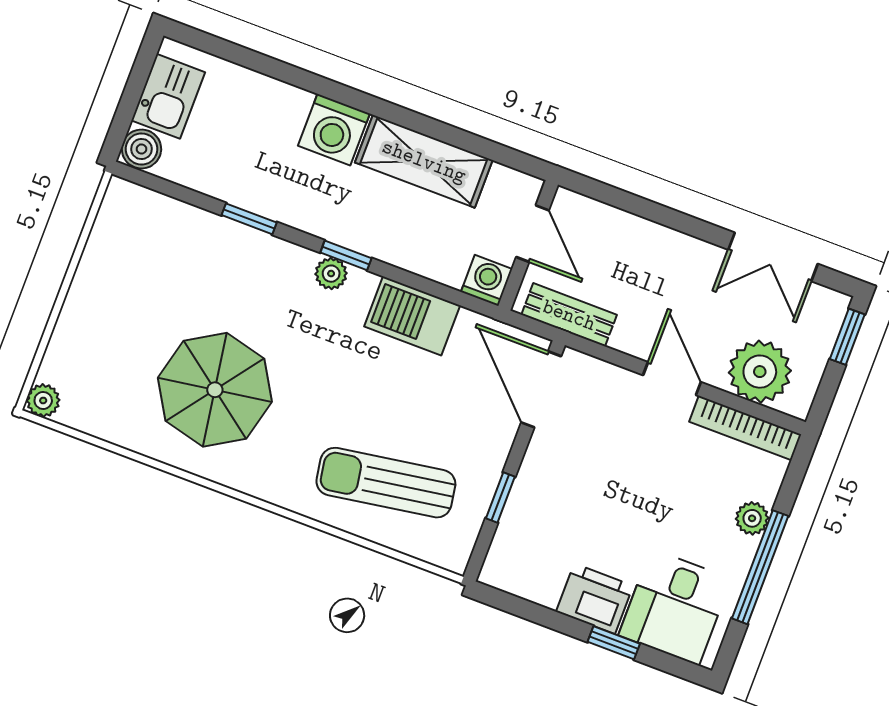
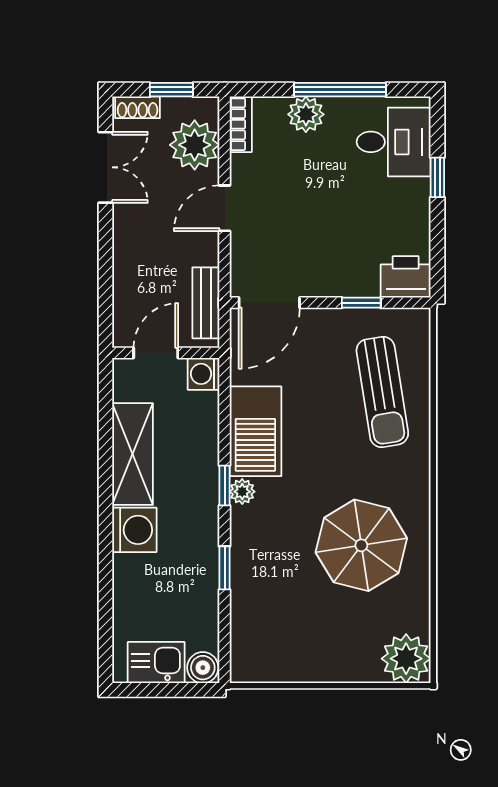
barbecue: (412, 316) -> (255, 431), width x1.37, depth x1.21
shoe rack: (829, 321) -> (138, 107), added
window: (847, 337) -> (171, 90), moved
plant: (43, 400) -> (406, 659), width x1.87, depth x1.87
bookcase: (745, 428) -> (241, 124), width x0.64
plant: (752, 518) -> (306, 114), width x1.38, depth x1.38
printer: (595, 599) -> (406, 277), moved, turned 90

